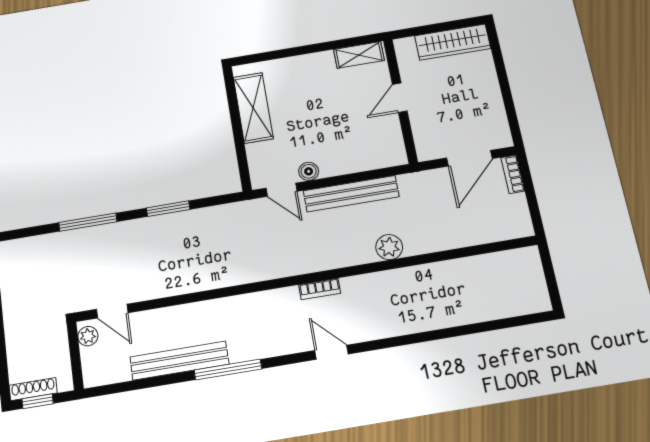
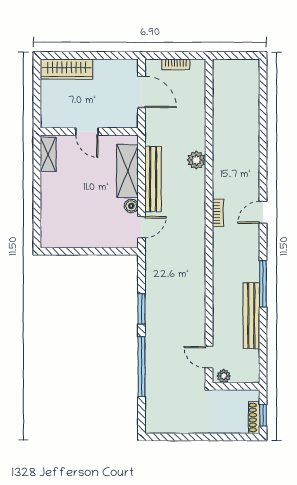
wardrobe: (453, 42) -> (67, 69), moved, turned 90
shelving: (253, 108) -> (128, 171), moved, turned 90
bookcase: (513, 174) -> (176, 64), moved
window: (88, 222) -> (141, 367), width x1.46
door: (112, 311) -> (209, 357), swing flipped

